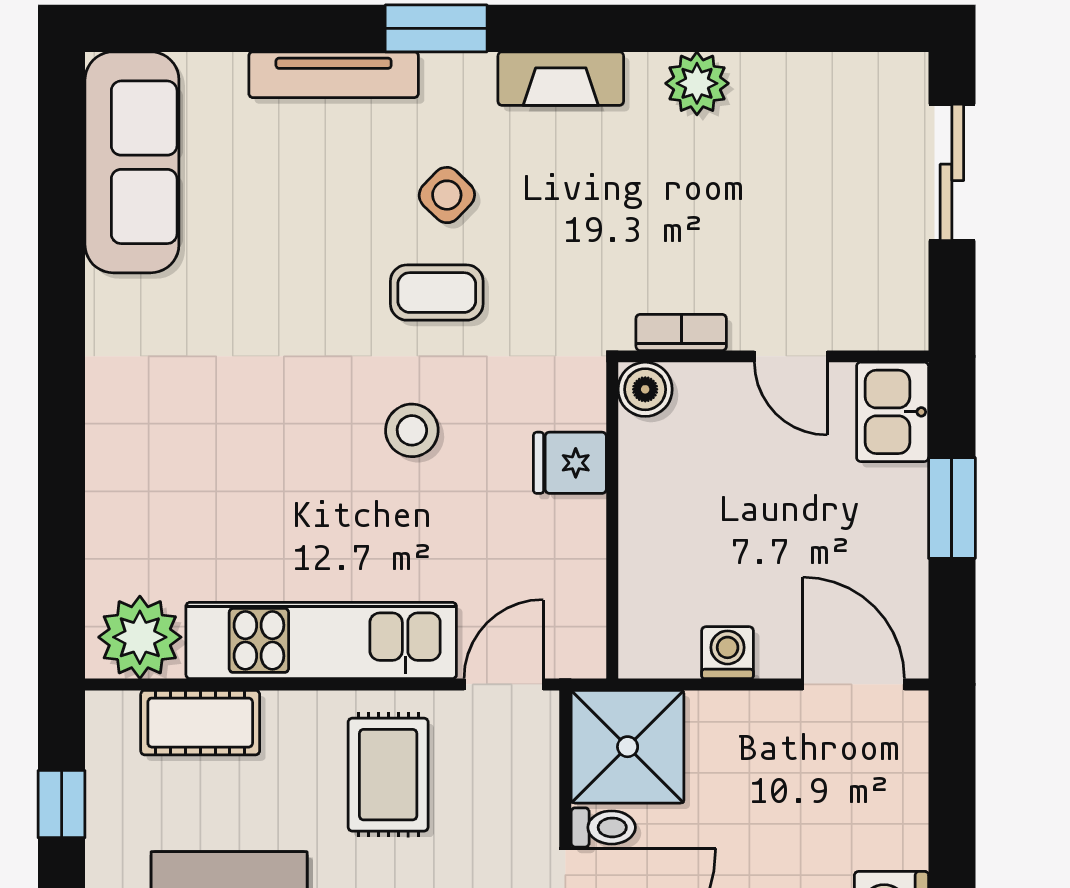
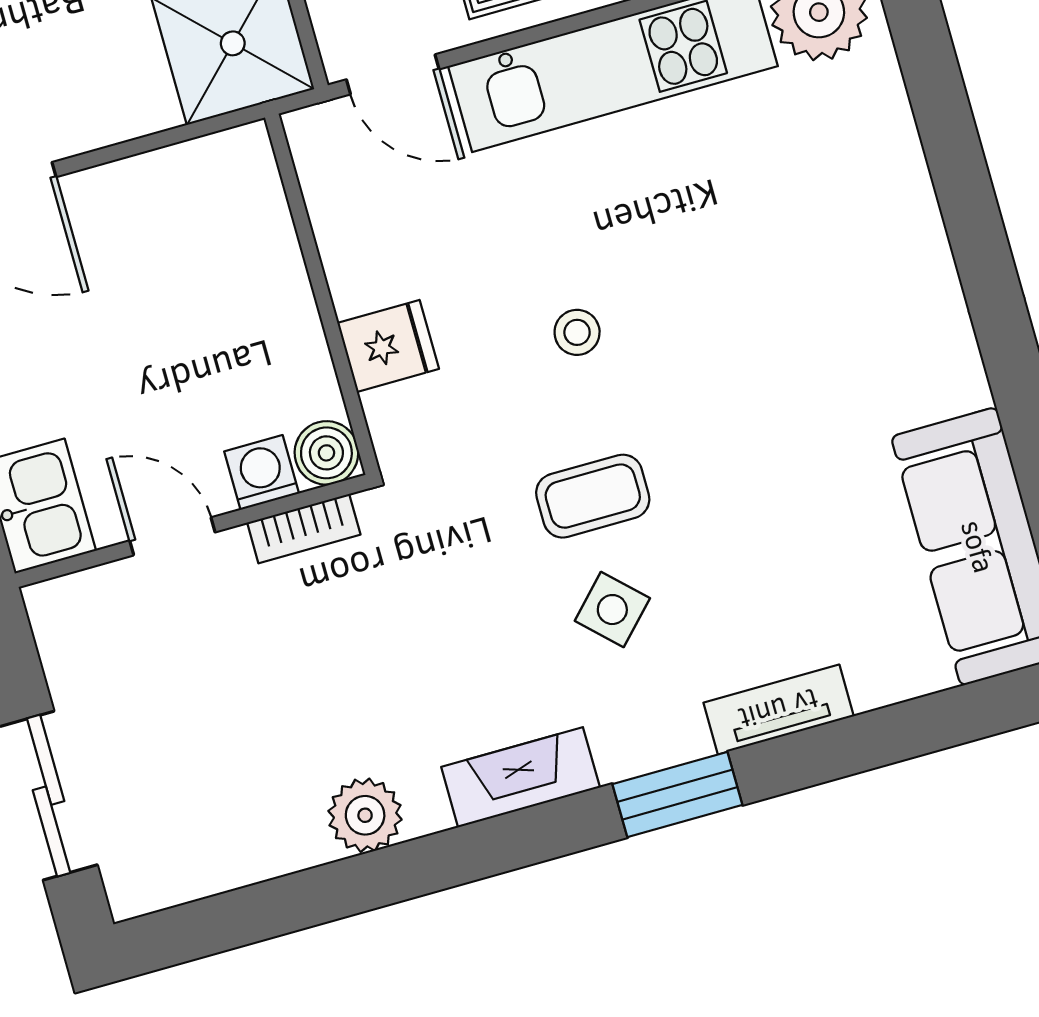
tv unit: (334, 75) -> (779, 710), width x0.71
stool: (412, 430) -> (577, 332), width x0.73, depth x0.73
washing machine: (728, 653) -> (262, 473), moved, turned 180
door: (504, 684) -> (393, 74), hinge flipped

